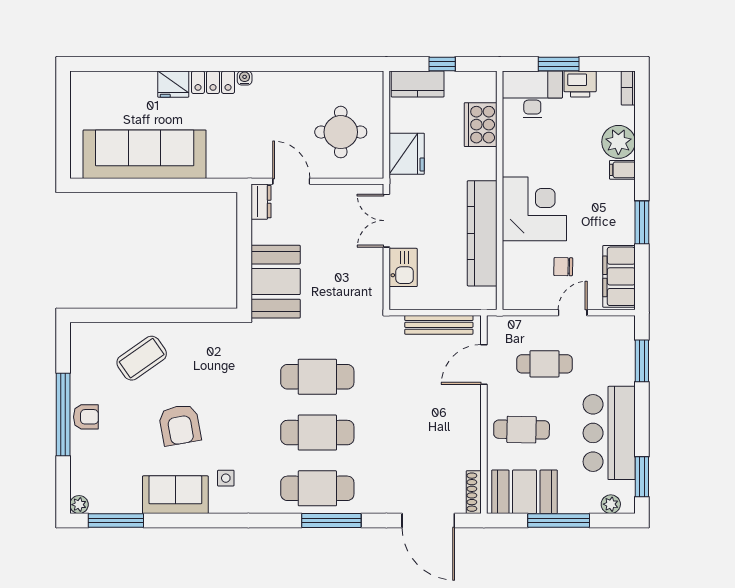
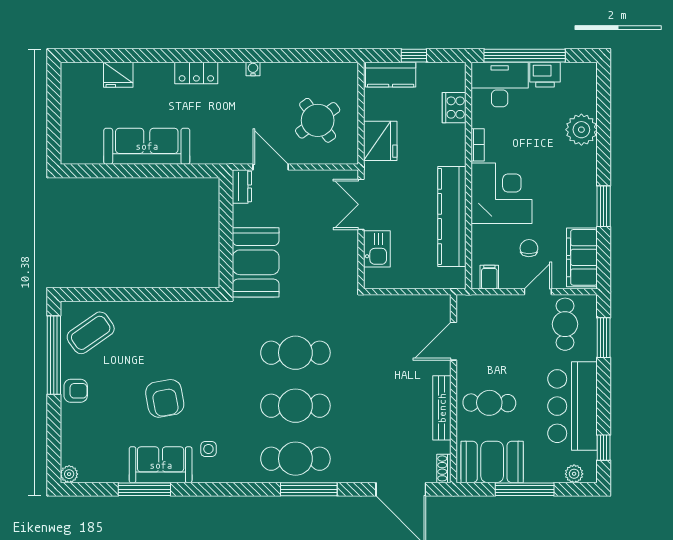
window: (559, 64) -> (525, 56), width x2.11
water cooler: (245, 78) -> (253, 69), moved
fridge: (173, 84) -> (118, 75), moved
bookcase: (628, 88) -> (478, 145), moved, turned 180
cooker: (481, 125) -> (454, 108), width x0.73, depth x0.76
round table: (341, 132) -> (318, 120), turned -36
sofa: (145, 154) -> (147, 146), width x0.74, depth x0.79
filing cabinet: (622, 170) -> (489, 277), moved, turned 90
chair: (563, 267) -> (529, 248), turned 89
bench: (439, 325) -> (442, 408), moved, turned 90
coffee table: (142, 358) -> (91, 333), moved
cafe table: (544, 364) -> (565, 324), moved, turned 90
window: (63, 415) -> (54, 355), moved
window: (642, 477) -> (604, 448), width x0.67
shoe rack: (474, 492) -> (444, 468), width x0.70
window: (116, 520) -> (144, 489), moved

